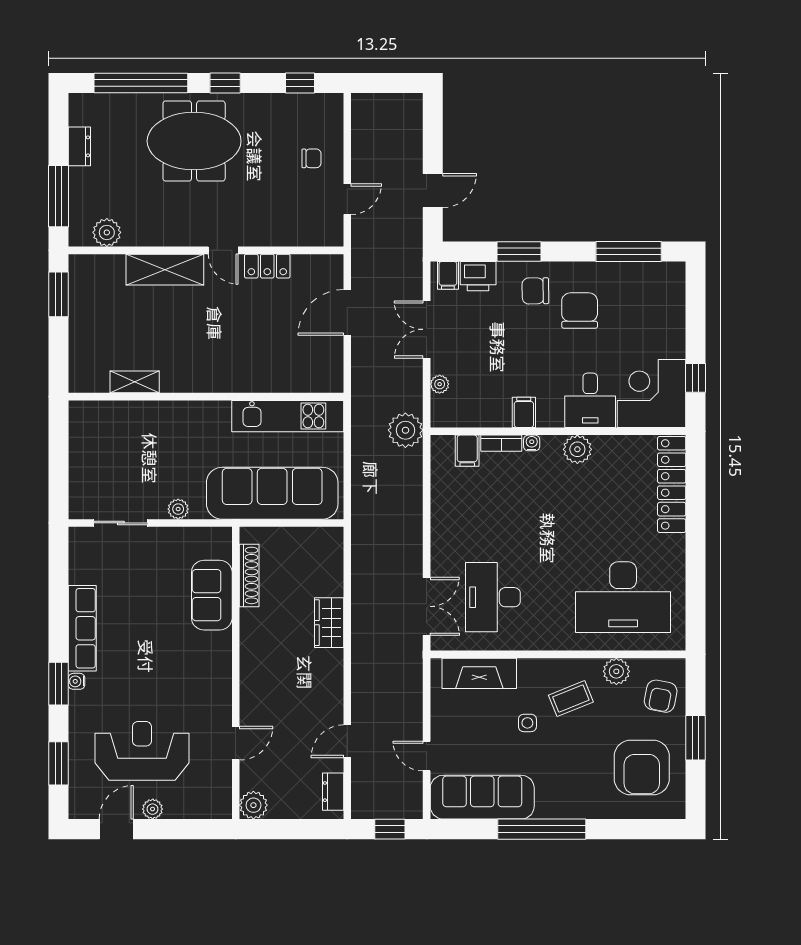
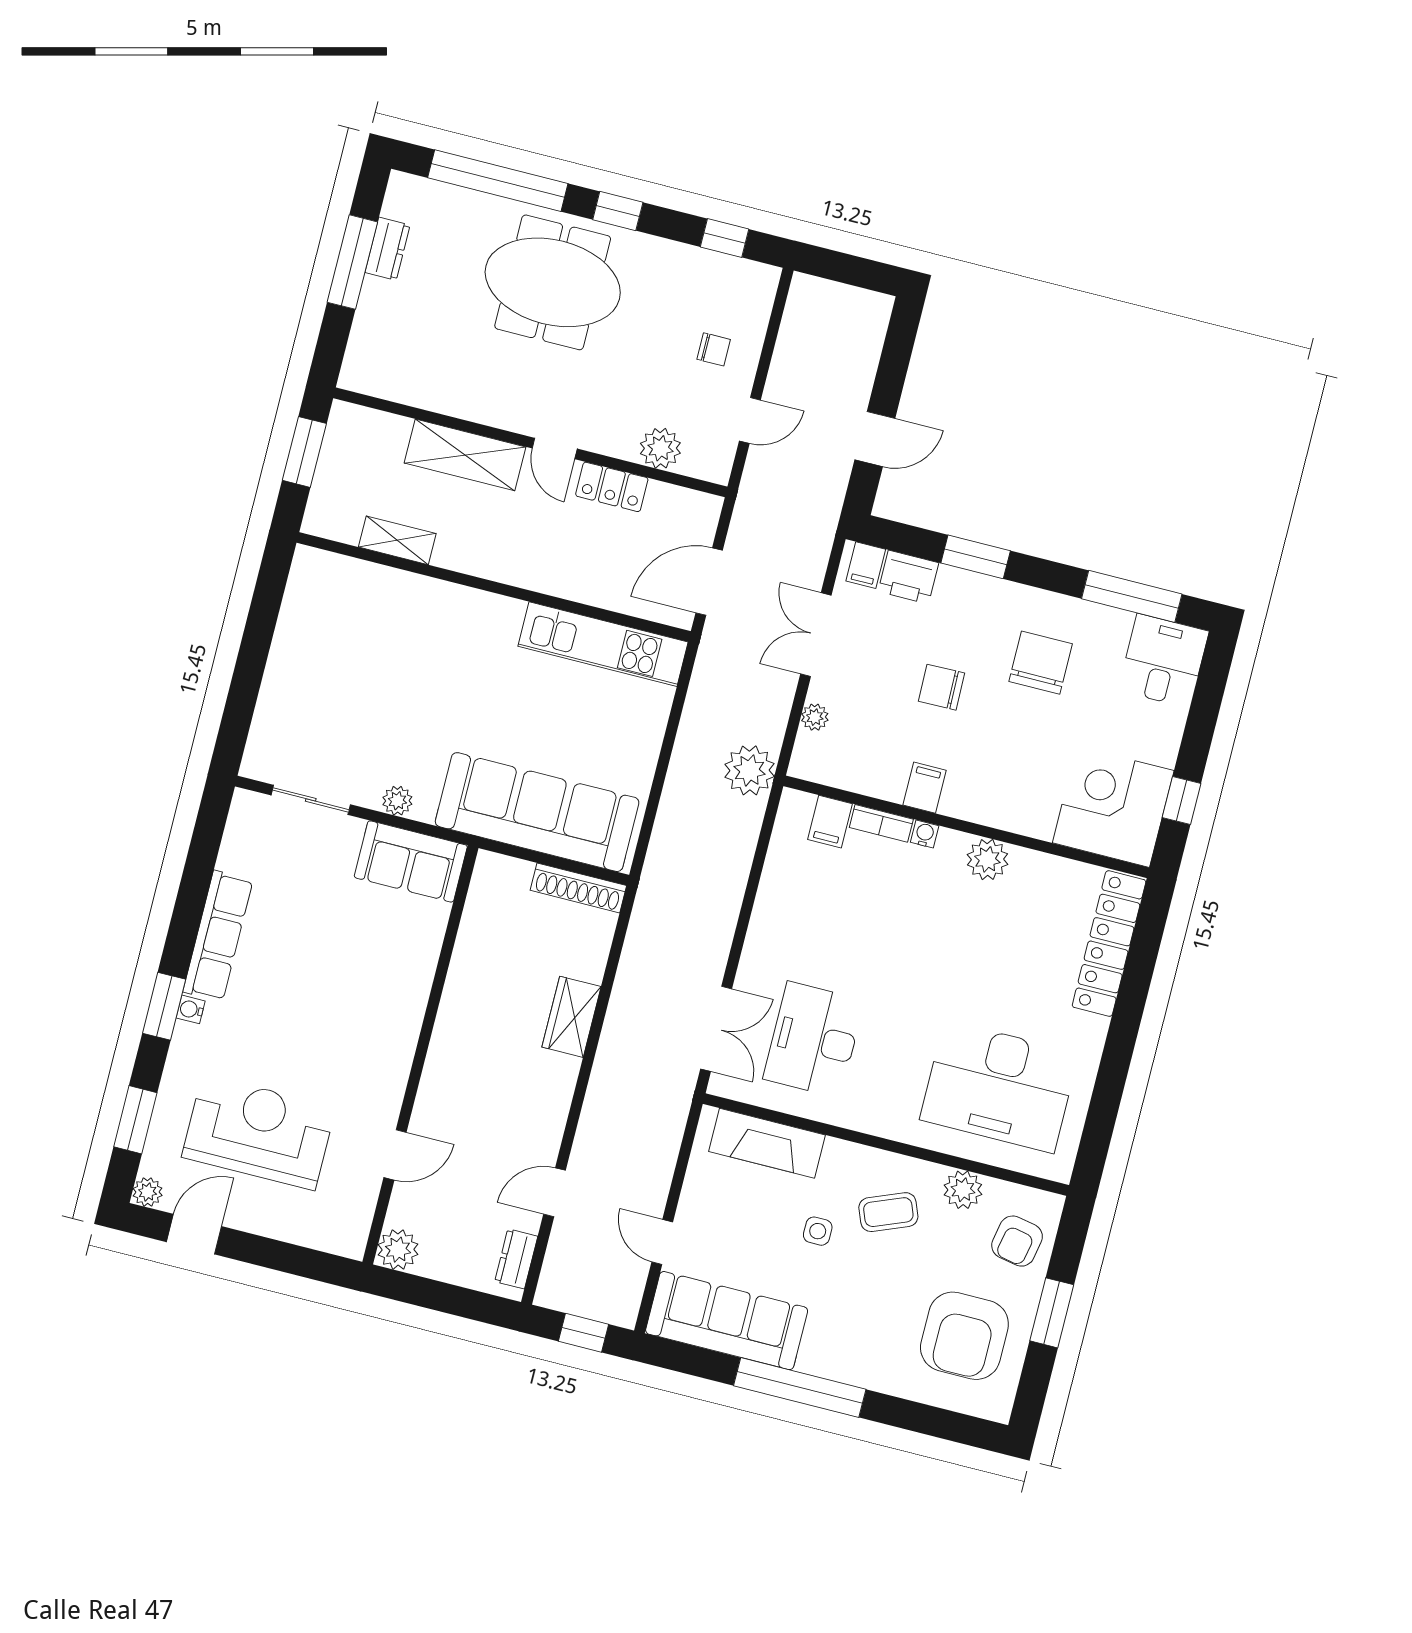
window: (58, 196) -> (352, 262), moved
plant: (107, 232) -> (660, 448), moved
chair: (535, 291) -> (941, 687), moved
shelving: (135, 382) -> (397, 540), moved
wall: (206, 397) -> (494, 587), moved
desk: (590, 400) -> (1163, 661), moved, turned 180
kitchen unit: (288, 416) -> (603, 644), moved
shoe rack: (249, 575) -> (578, 888), moved, turned 90
sofa: (212, 595) -> (411, 861), moved, turned -90
plant: (153, 809) -> (148, 1192), moved

